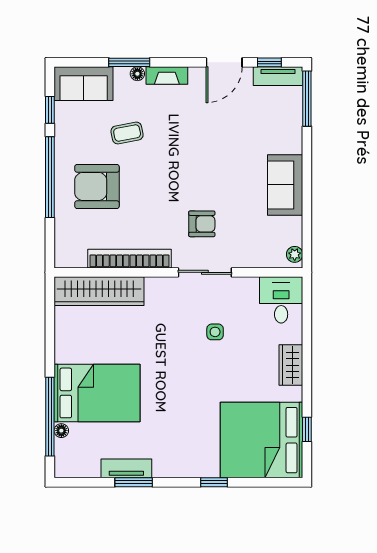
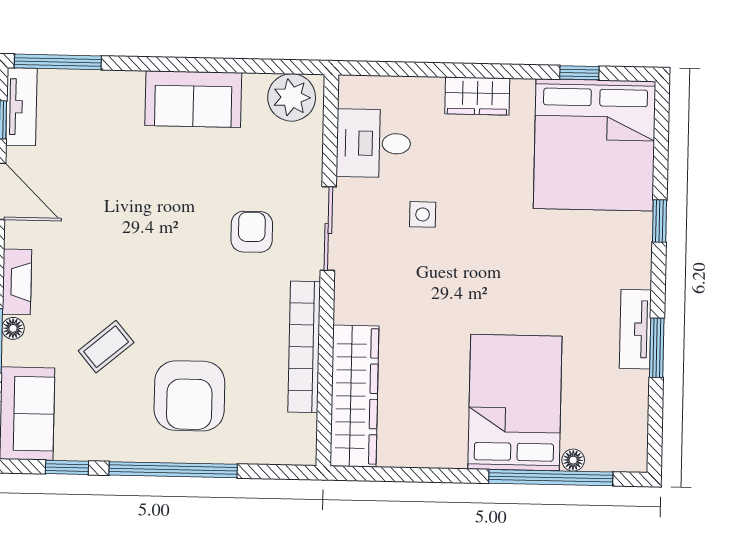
coffee table: (127, 133) -> (106, 347), turned 61
plant: (295, 254) -> (292, 97), width x1.87, depth x1.87
desk: (281, 300) -> (374, 143), moved
tv unit: (126, 468) -> (635, 329), moved

